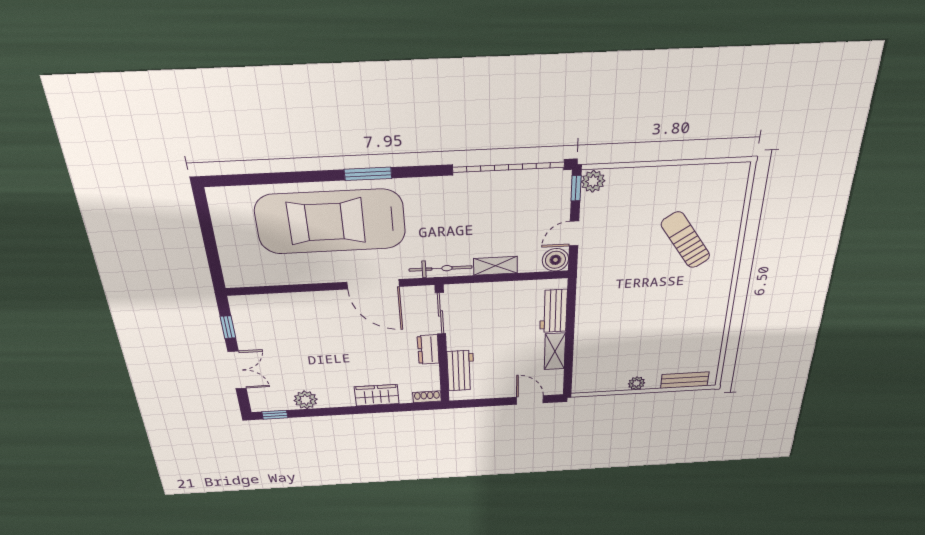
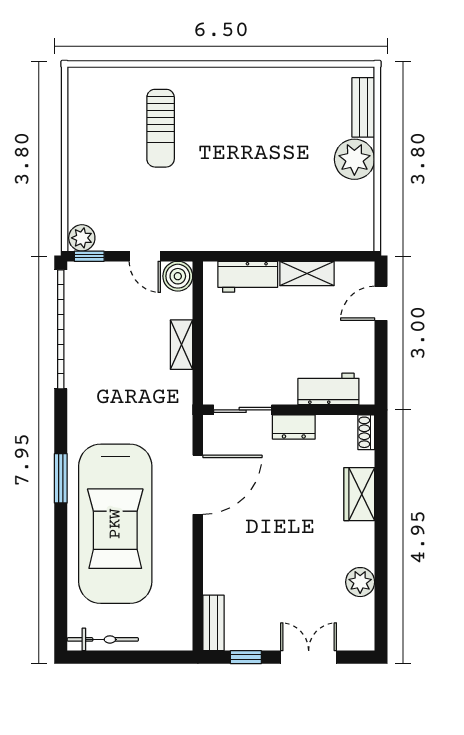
sun lounger: (686, 240) -> (161, 128), turned -56
bicycle: (441, 268) -> (103, 639), moved, turned 90
bench: (253, 302) -> (214, 623), added
plant: (637, 383) -> (354, 159), width x1.88, depth x1.88
window: (275, 415) -> (381, 623), removed

